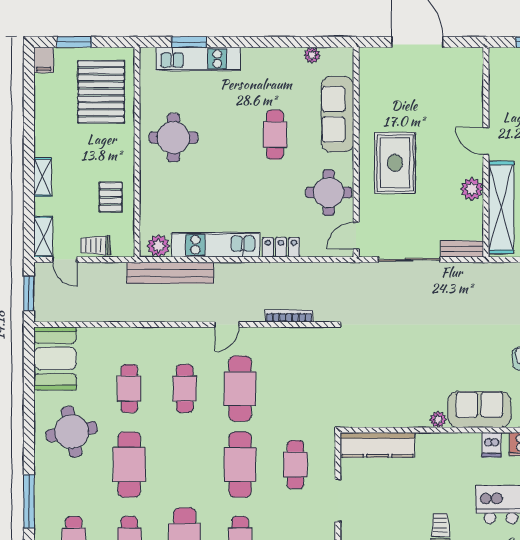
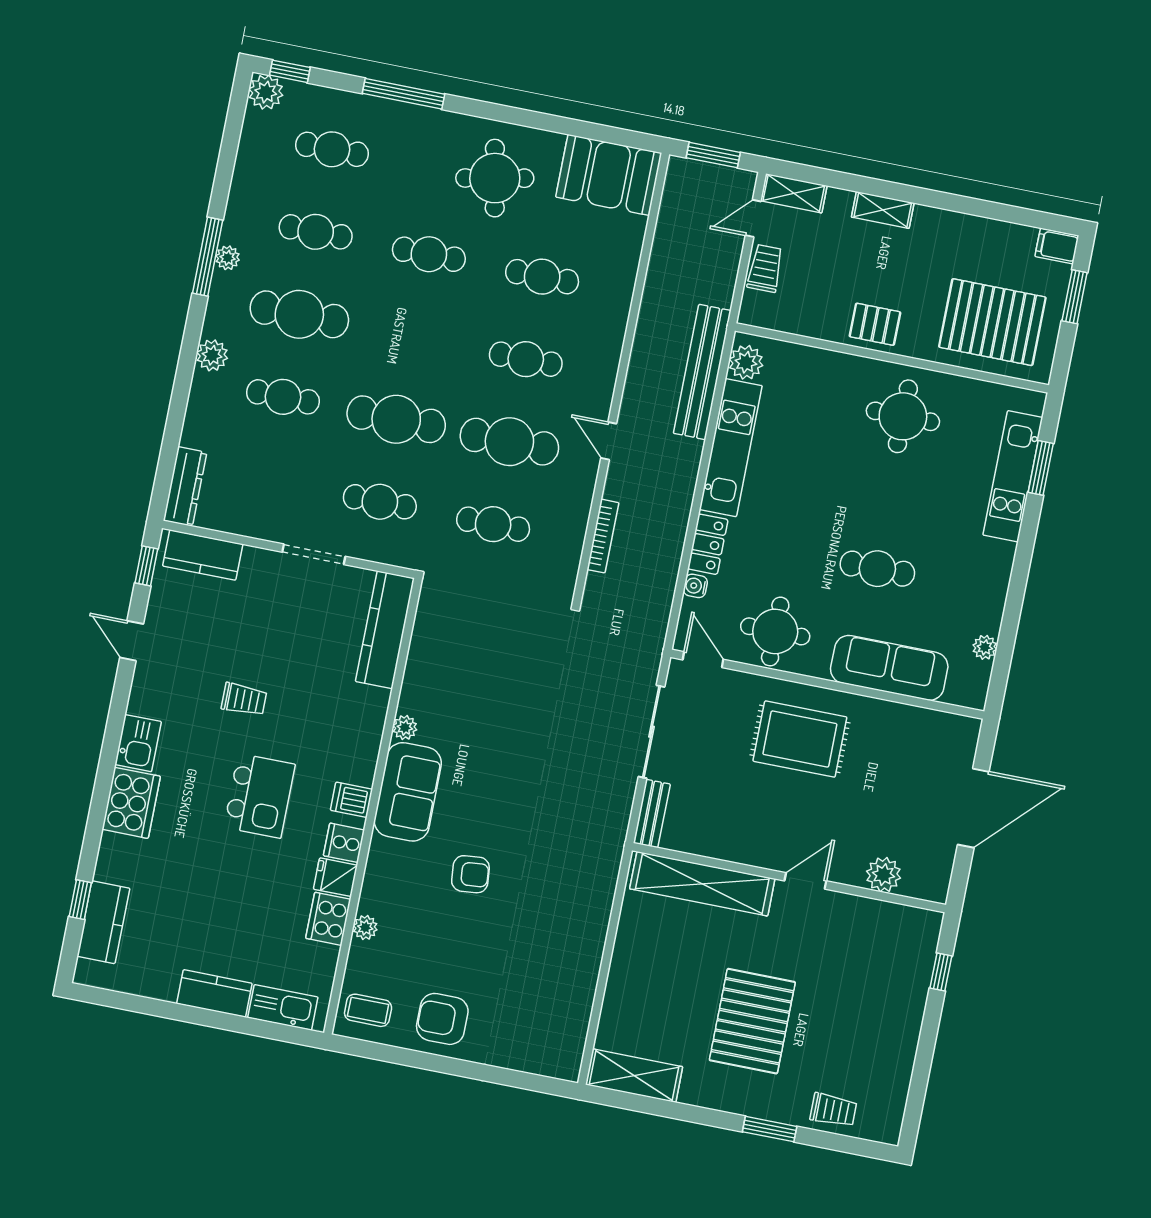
plant: (472, 189) -> (884, 875), moved
pallet: (111, 197) -> (875, 324), moved
water cooler: (309, 250) -> (695, 586), added
cafe table: (295, 389) -> (493, 524), added
cafe table: (129, 465) -> (429, 254), width x0.73, depth x0.74

